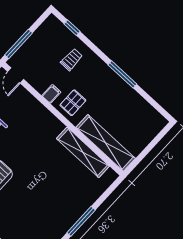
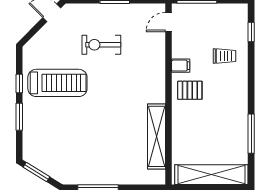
window: (122, 74) -> (251, 134), moved
shelving: (106, 143) -> (211, 175), moved, turned 90

